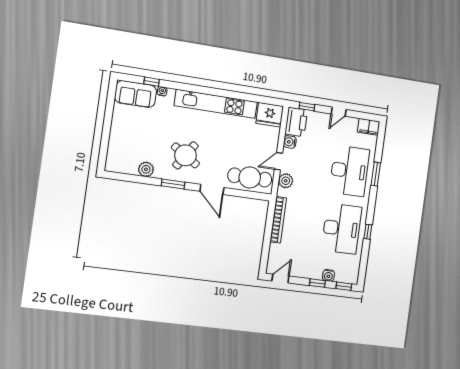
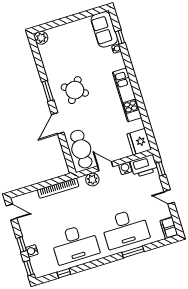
kitchen unit: (216, 104) -> (127, 95), width x0.73
plant: (146, 169) -> (41, 38), moved
window: (368, 232) -> (64, 273), moved

